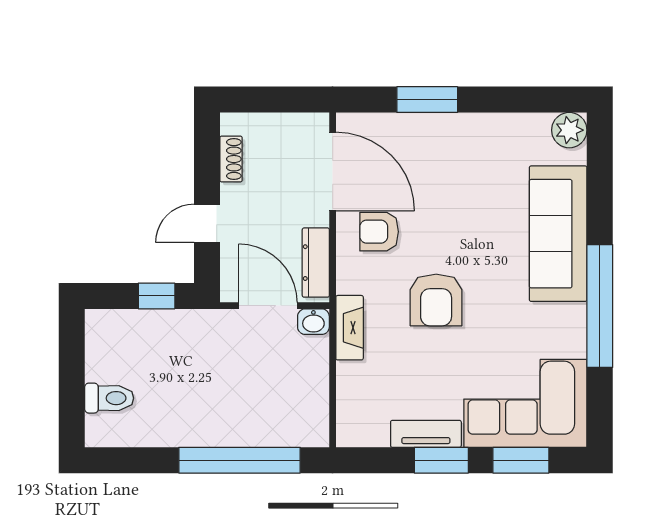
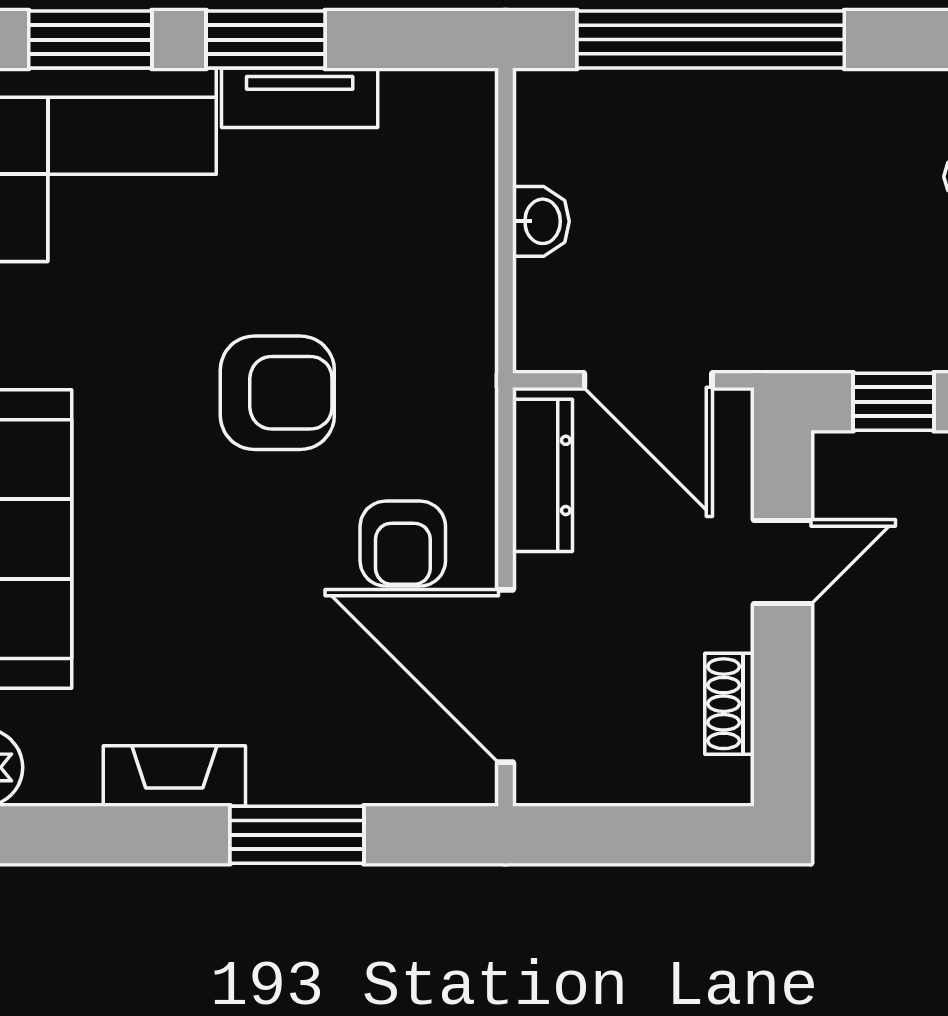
armchair: (379, 232) -> (403, 544), turned 90
armchair: (436, 300) -> (277, 393), turned 90
washbasin: (313, 322) -> (541, 221), moved, turned 90
fireplace: (350, 328) -> (174, 776), moved, turned 90

